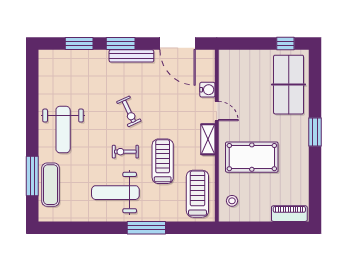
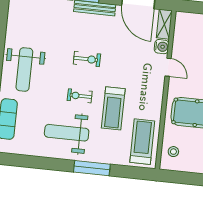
exercise bike: (129, 111) -> (87, 59), turned -65
shelving: (208, 139) -> (164, 24), moved
treadmill: (163, 161) -> (113, 108), turned 180

